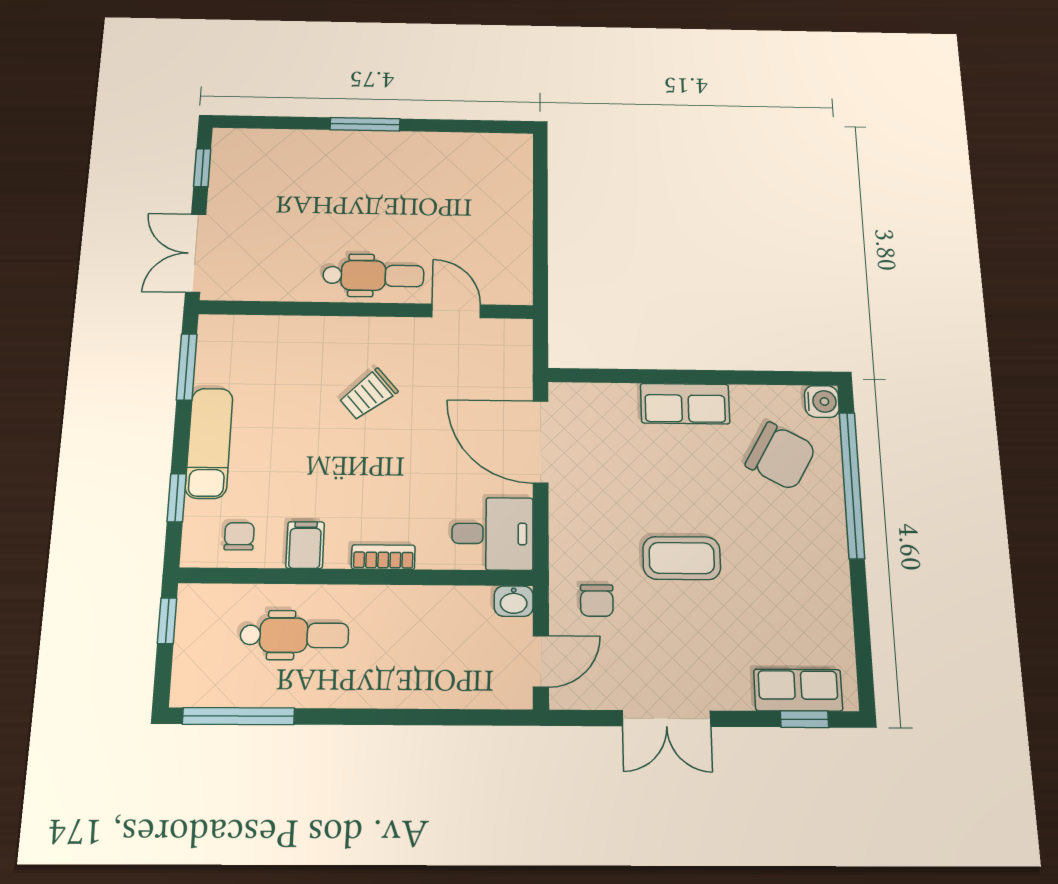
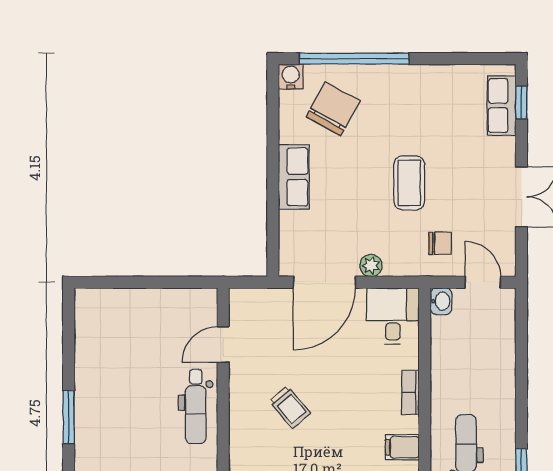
dental chair: (373, 276) -> (196, 406), turned 180
plant: (564, 505) -> (371, 266), added

